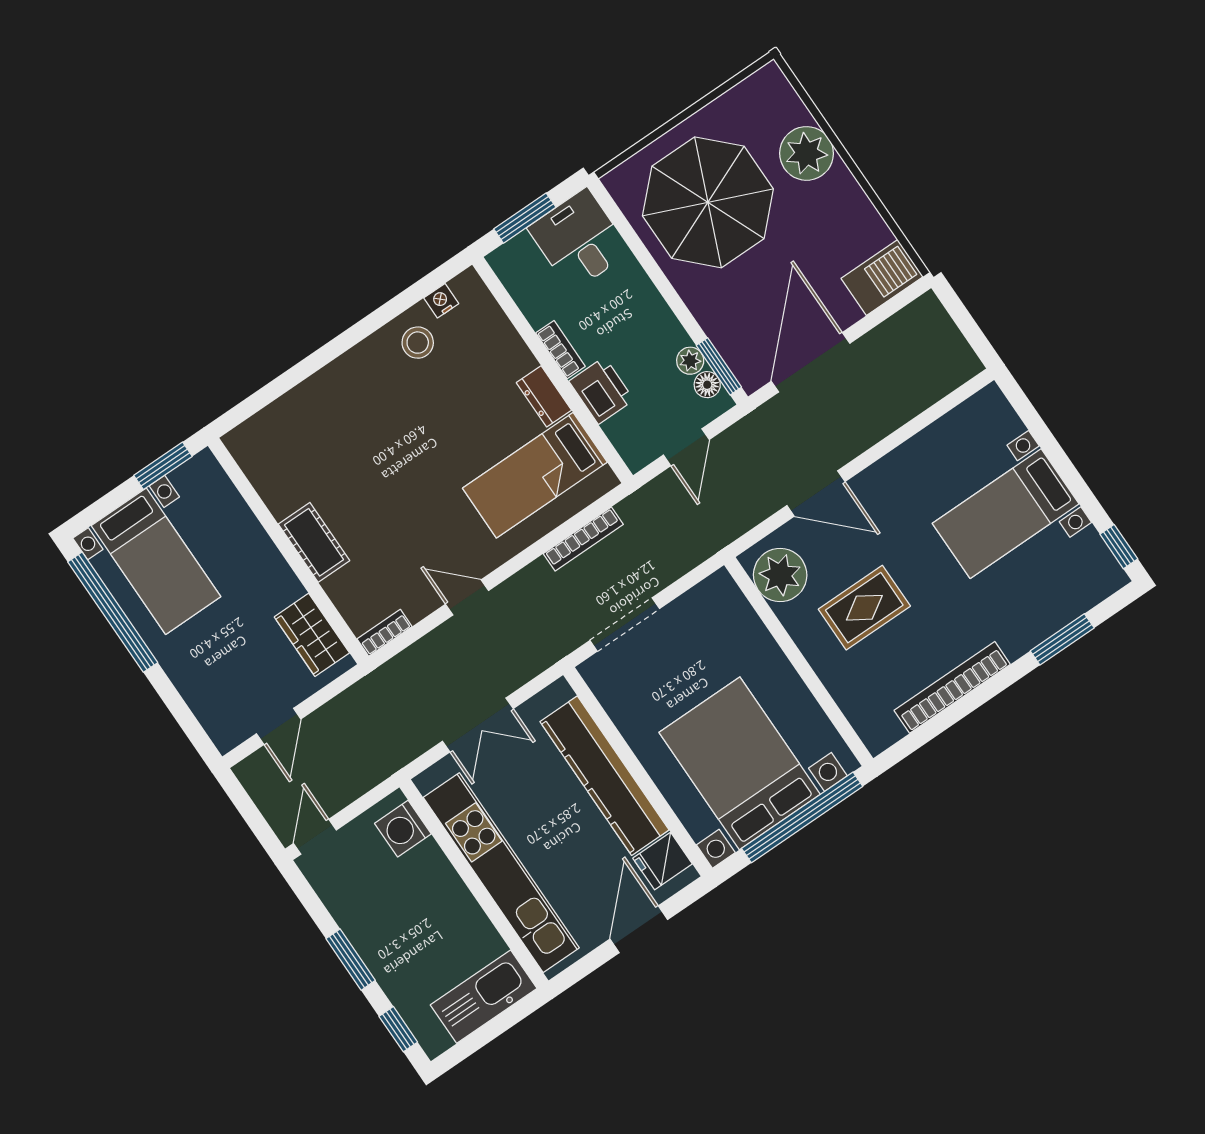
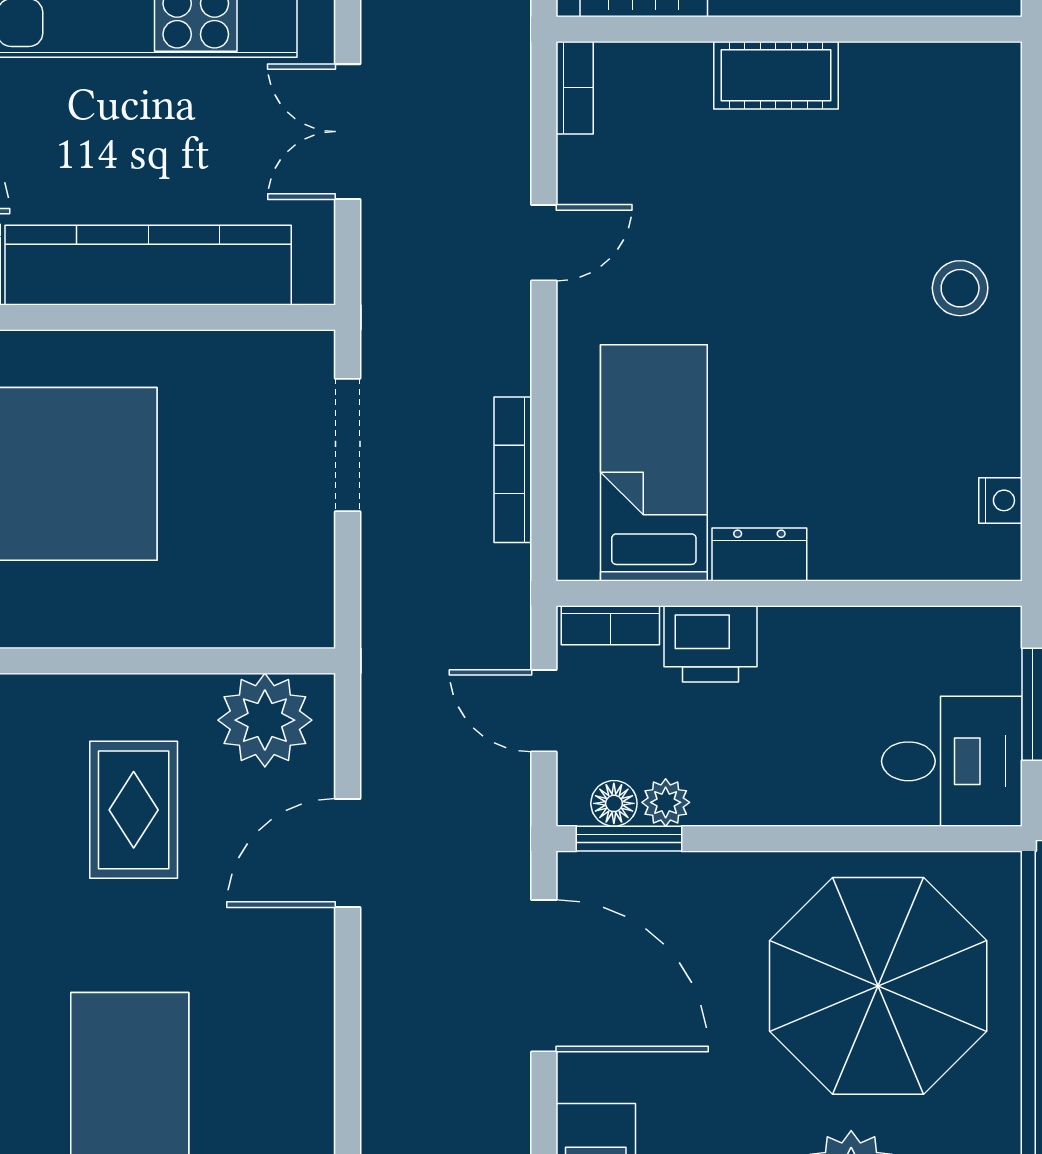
stool: (418, 343) -> (960, 288), moved
bookcase: (561, 350) -> (610, 625), moved

